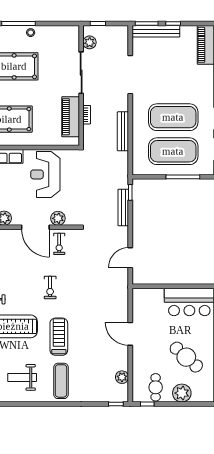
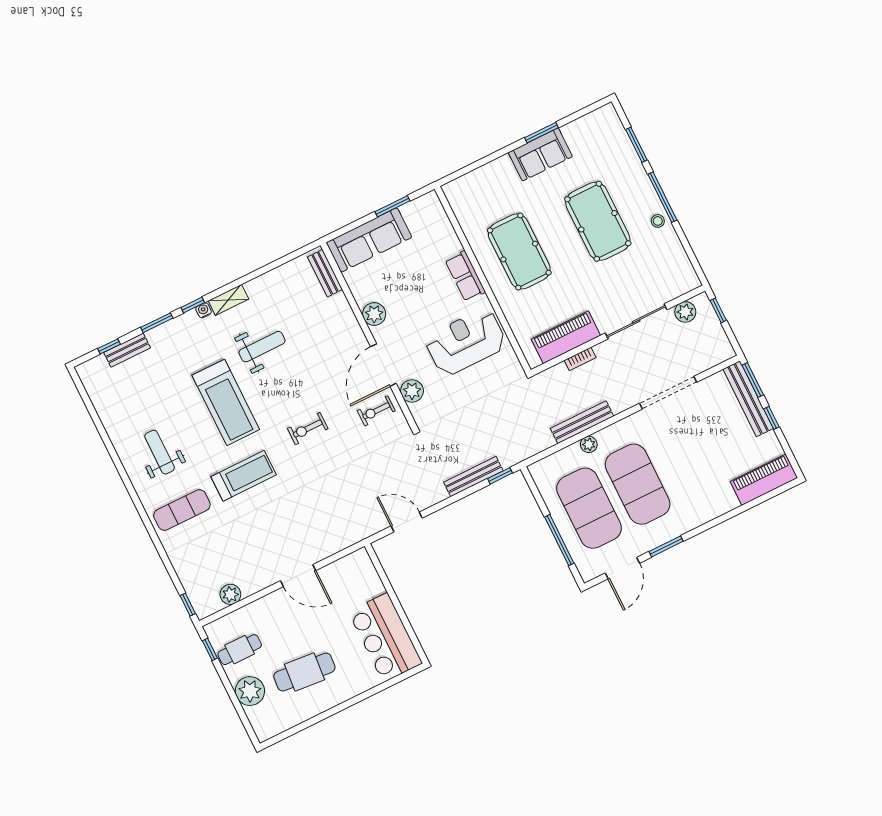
plant: (137, 134) -> (589, 444), added
door: (130, 334) -> (298, 576), swing flipped
cafe table: (186, 357) -> (304, 672), turned 53

